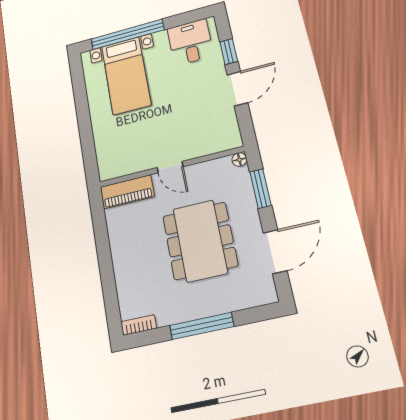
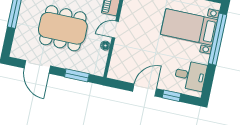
door: (237, 89) -> (145, 90), swing flipped
floor lamp: (239, 160) -> (105, 46), moved

